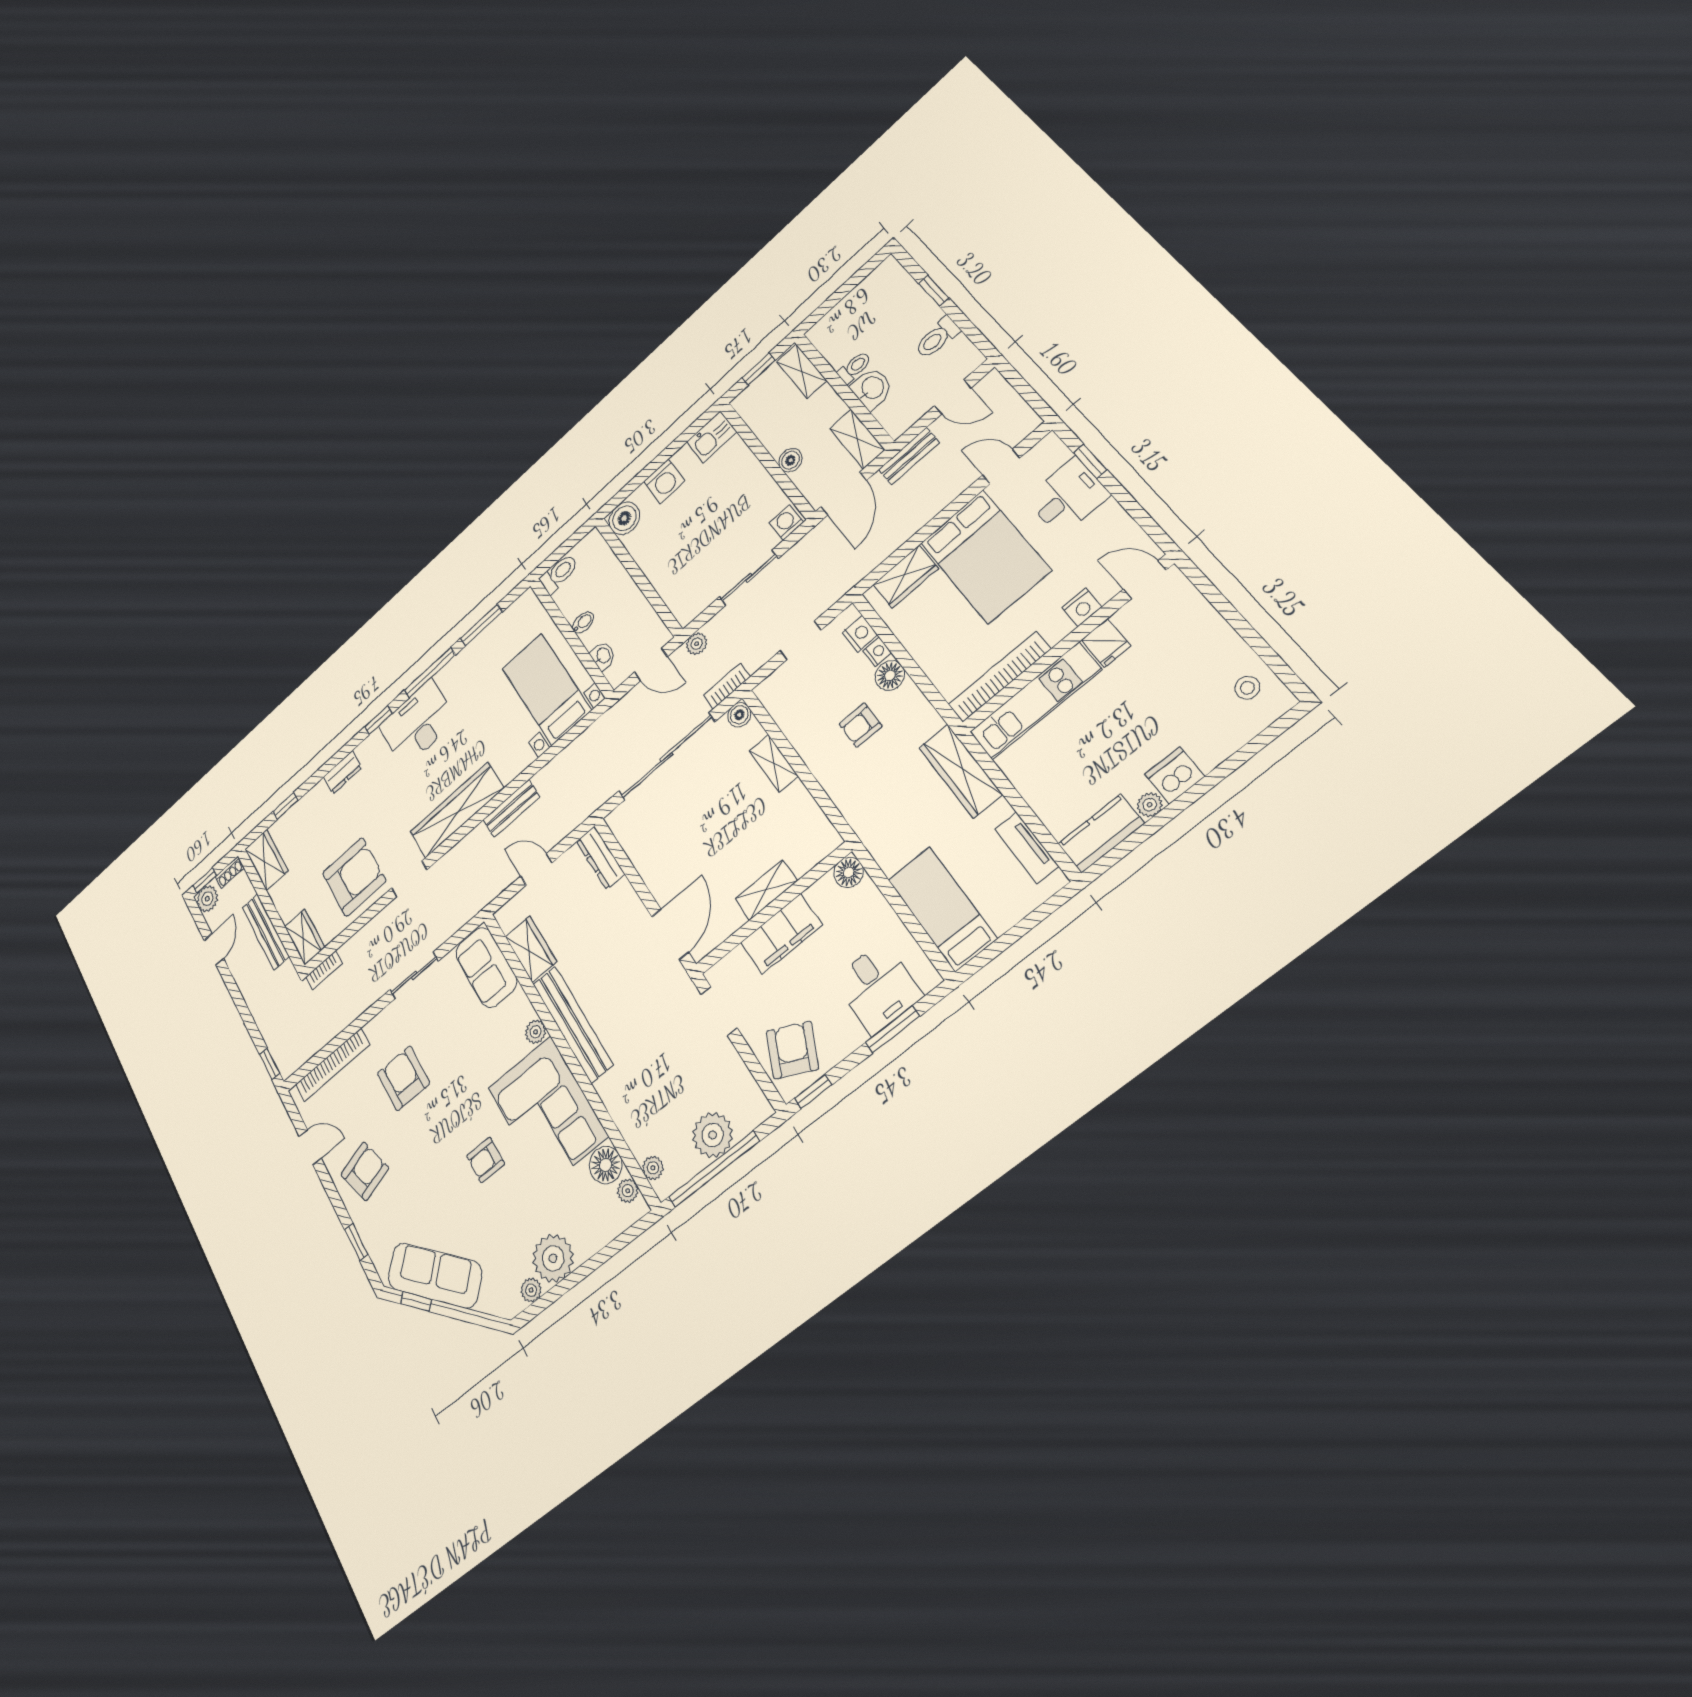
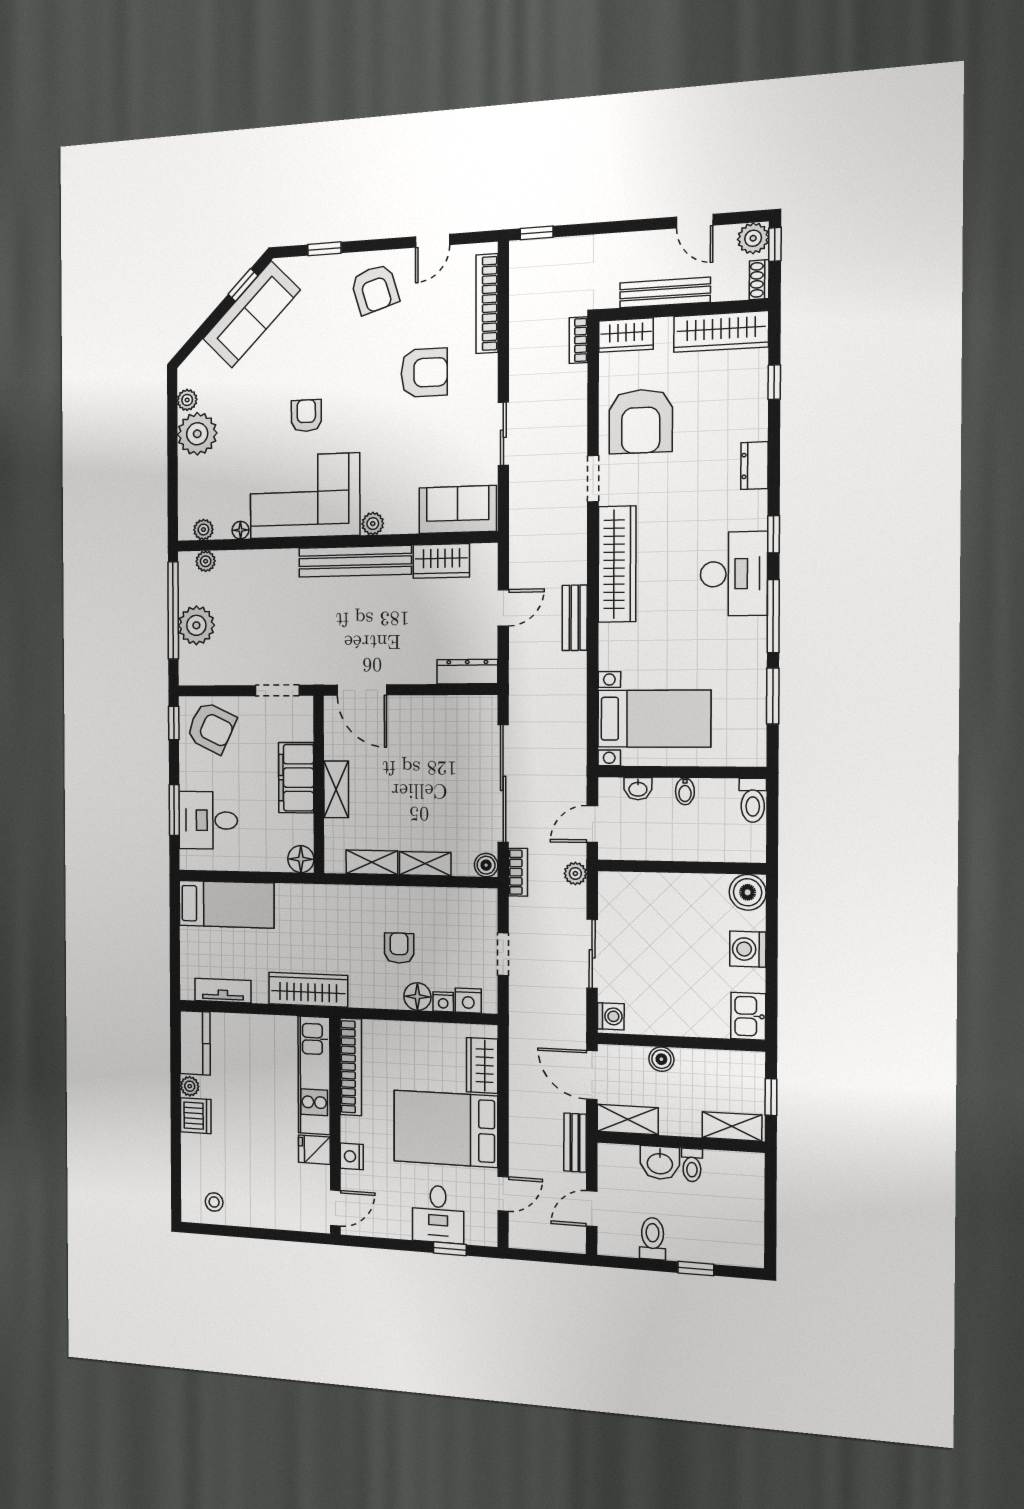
shelving: (805, 808) -> (372, 862), added
wardrobe: (266, 860) -> (721, 332), width x1.50
floor lamp: (606, 1165) -> (240, 530), width x0.53, depth x0.53

